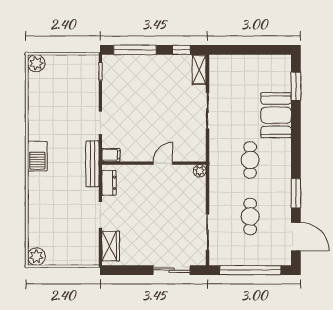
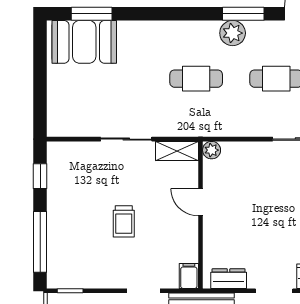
shelving: (199, 70) -> (177, 151), moved
trolley: (149, 109) -> (124, 221), added
booth: (276, 115) -> (84, 42), moved
plant: (282, 186) -> (233, 33), added

